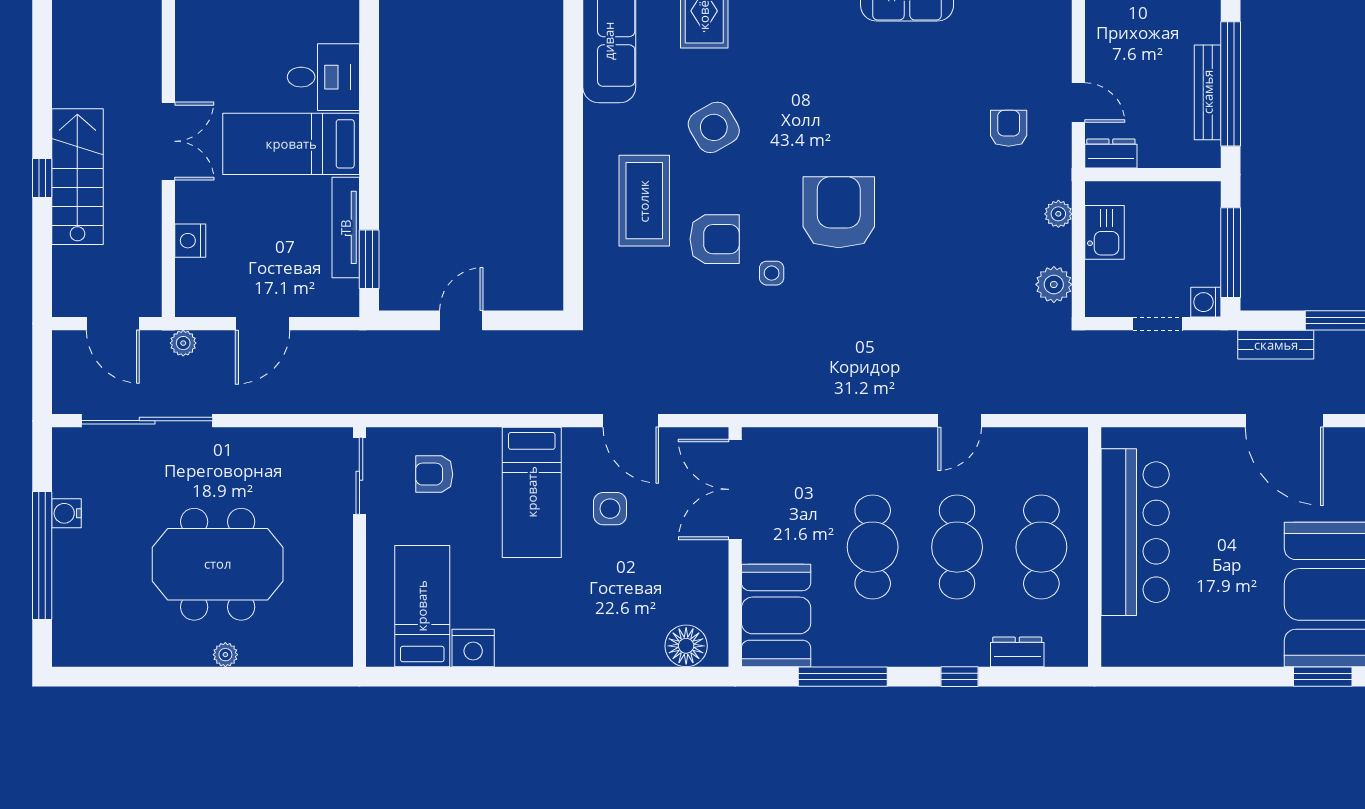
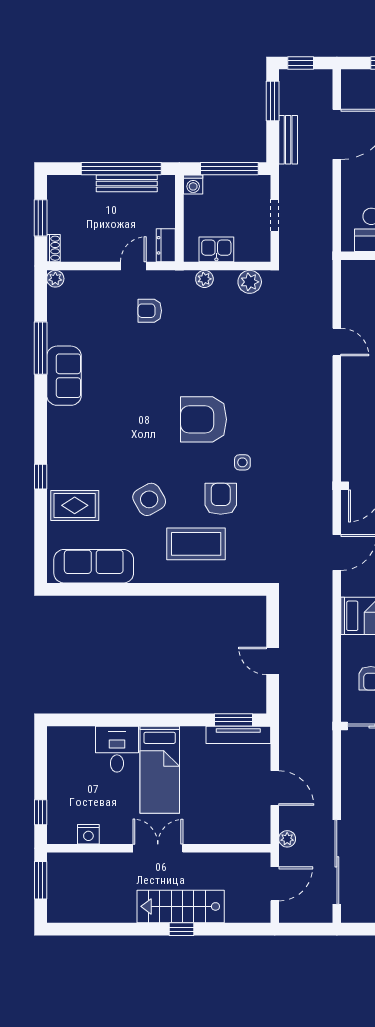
tv unit: (346, 227) -> (238, 735), moved
nightstand: (190, 241) -> (88, 834), moved
washing machine: (1206, 302) -> (193, 185), moved

